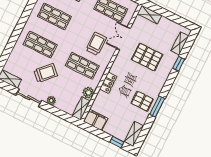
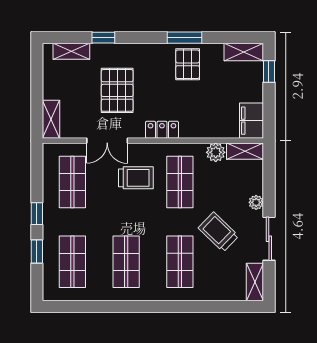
trolley: (96, 44) -> (136, 178), turned 180
locker: (108, 83) -> (162, 130), moved

